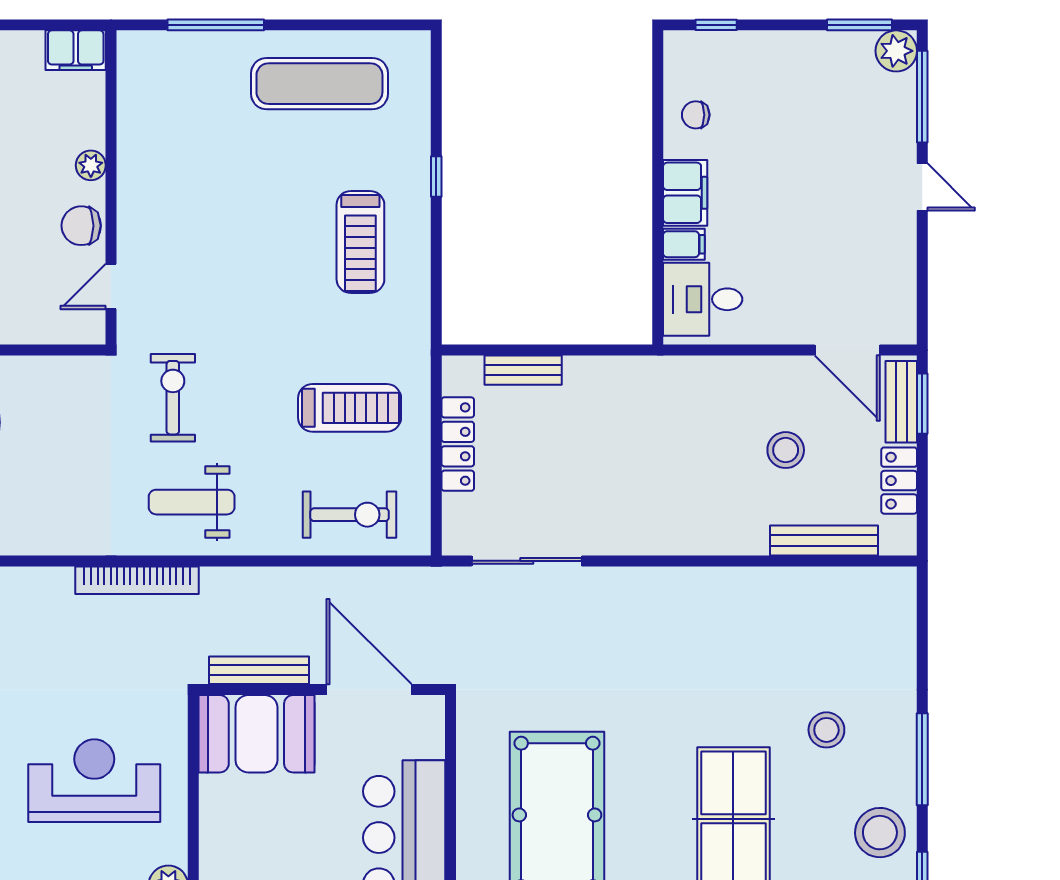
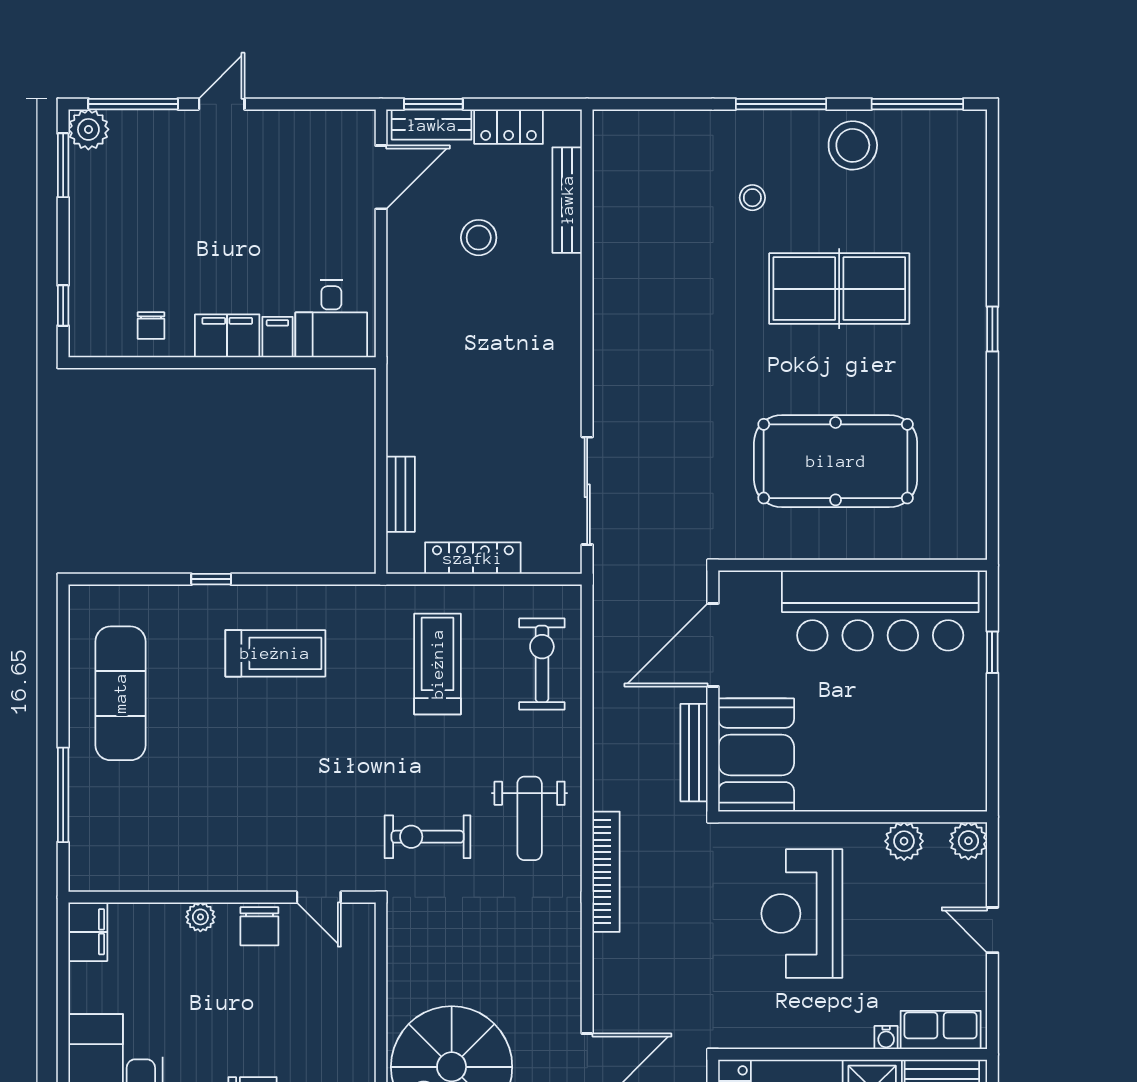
stool: (826, 730) -> (752, 198), width x0.73, depth x0.73

